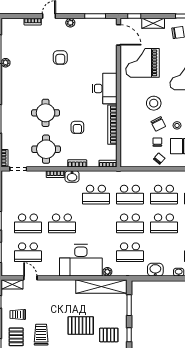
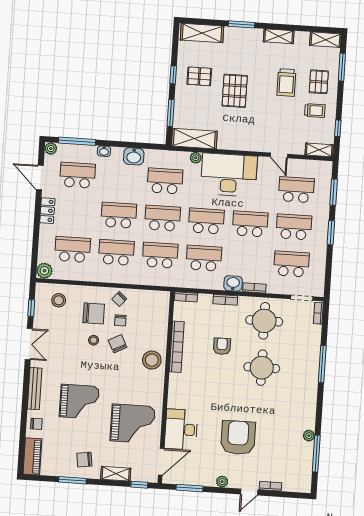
door: (118, 35) -> (161, 462), swing flipped
armchair: (60, 57) -> (238, 438), width x1.88, depth x1.88
desk: (105, 89) -> (181, 429), moved
stool: (154, 103) -> (152, 360), moved
school desk: (28, 195) -> (291, 264), added
school desk: (96, 223) -> (206, 221), added
door: (30, 278) -> (279, 155), moved
shelving: (101, 286) -> (194, 139), width x0.68
pallet: (81, 326) -> (235, 91), turned 90

